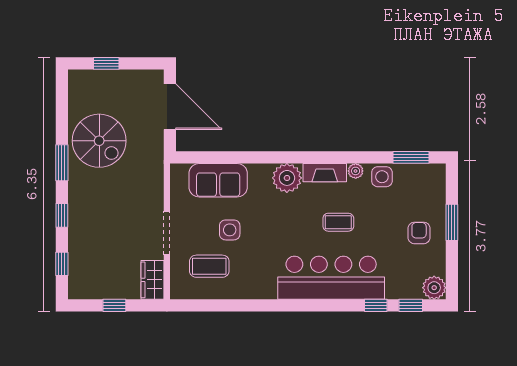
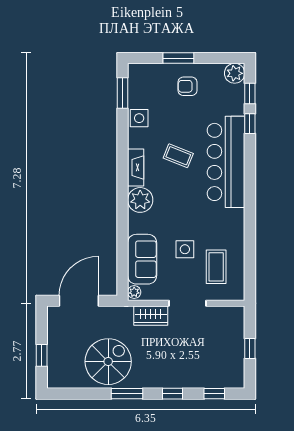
plant: (356, 171) -> (134, 292), moved
coffee table: (338, 222) -> (178, 156), turned -68
wardrobe: (153, 280) -> (151, 316), moved

